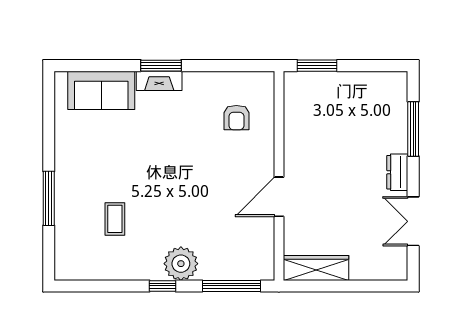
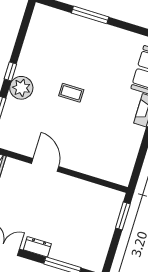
armchair: (236, 118) -> (105, 153), removed
coffee table: (115, 219) -> (71, 93), moved

